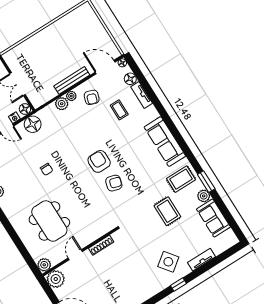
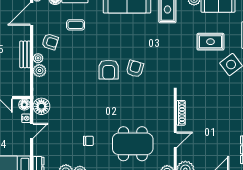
bench: (72, 80) -> (25, 54), width x0.73
armchair: (99, 161) -> (109, 70), turned -90
chair: (47, 169) -> (88, 141), moved
rug: (167, 211) -> (210, 42), moved
door: (75, 255) -> (175, 140), swing flipped

